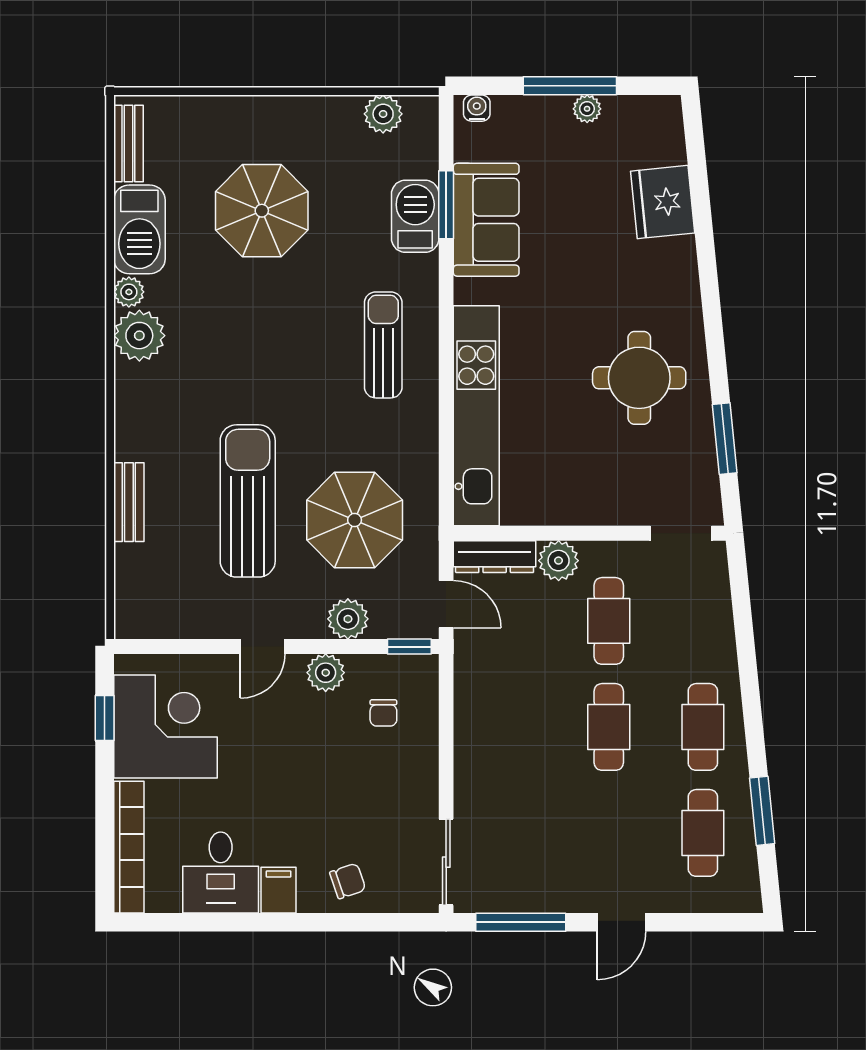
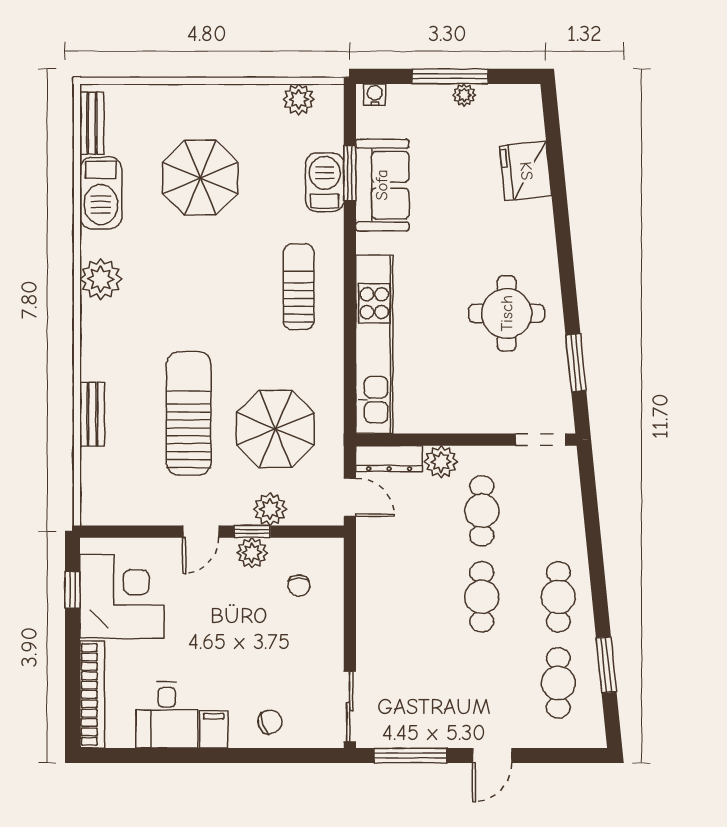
plant: (129, 292) -> (92, 244), removed
window: (409, 647) -> (252, 532), moved

